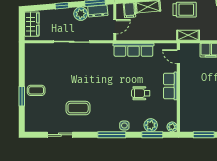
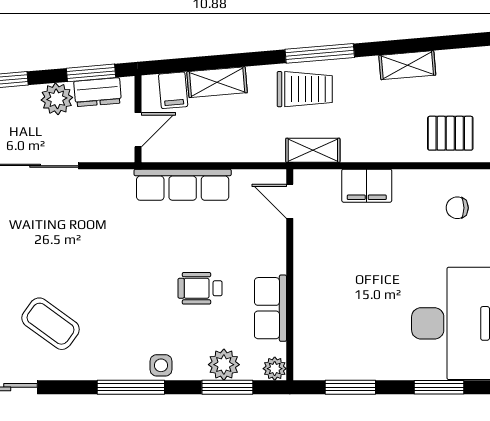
row of seats: (170, 86) -> (270, 308), moved
coffee table: (78, 108) -> (51, 324), turned 36

